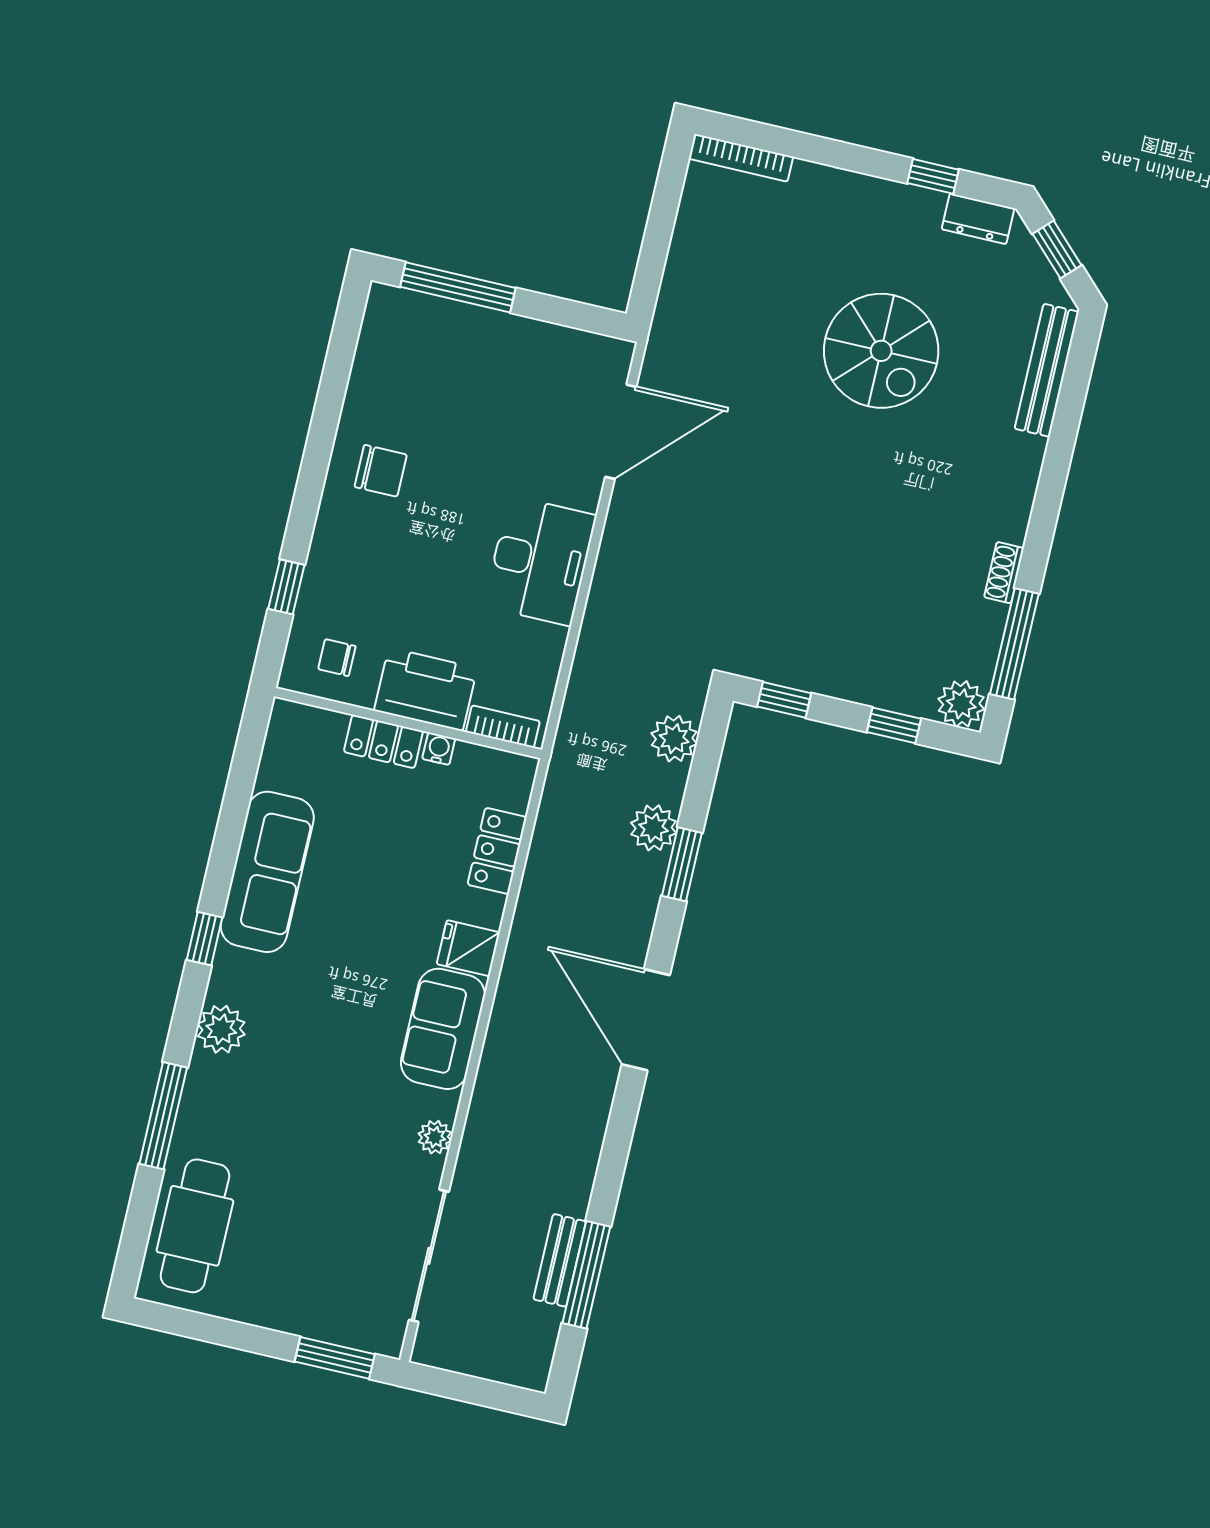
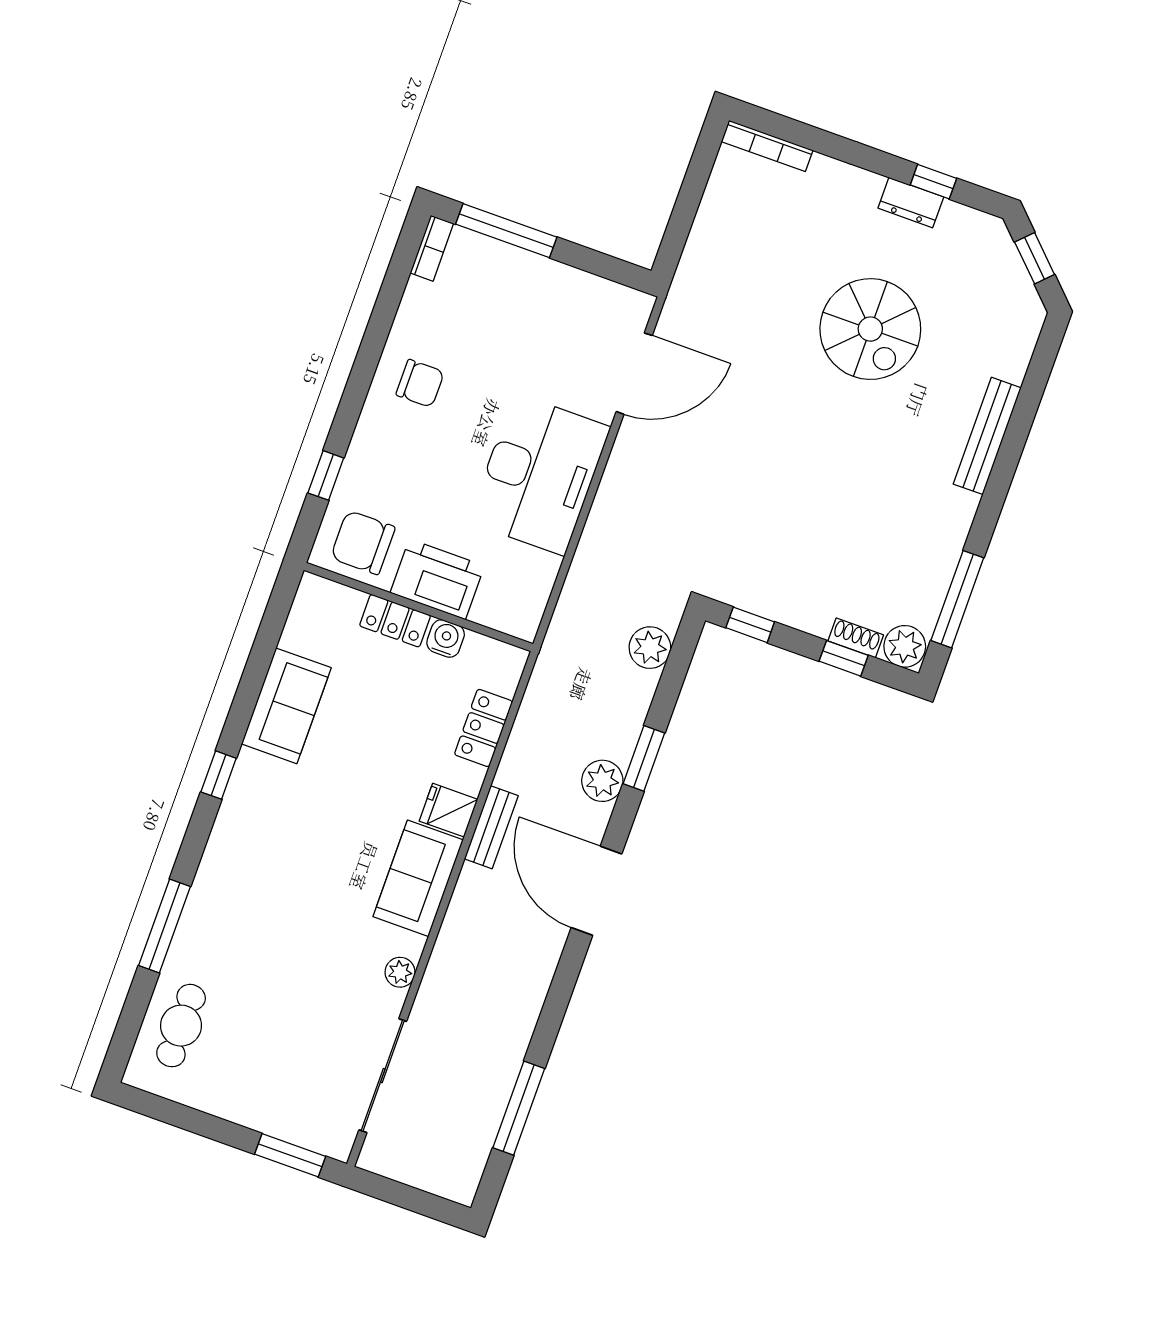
dresser: (978, 219) -> (911, 203), moved
bench: (1047, 370) -> (987, 436), moved
desk: (540, 561) -> (539, 474), width x1.36, depth x1.30
shoe rack: (1004, 573) -> (856, 638), moved, turned 90
chair: (337, 658) -> (363, 542), width x1.87, depth x1.87
bookcase: (503, 727) -> (432, 248), moved, turned 90
water cooler: (439, 749) -> (446, 638), width x1.38, depth x1.38
plant: (654, 828) -> (602, 781), moved
sofa: (267, 872) -> (286, 706), width x0.73
plant: (221, 1029) -> (224, 856), removed
cafe table: (195, 1226) -> (181, 1026), width x0.73, depth x0.74
bench: (560, 1260) -> (491, 827), moved

